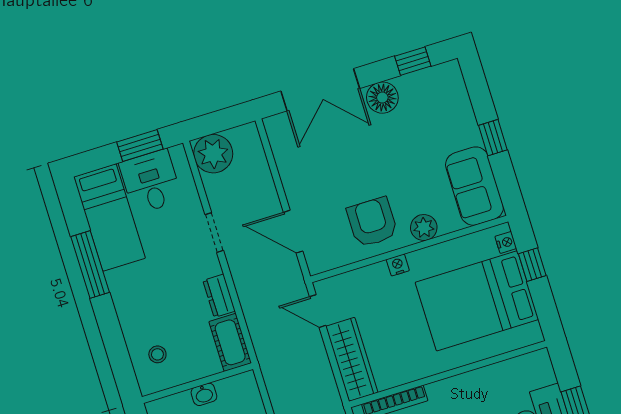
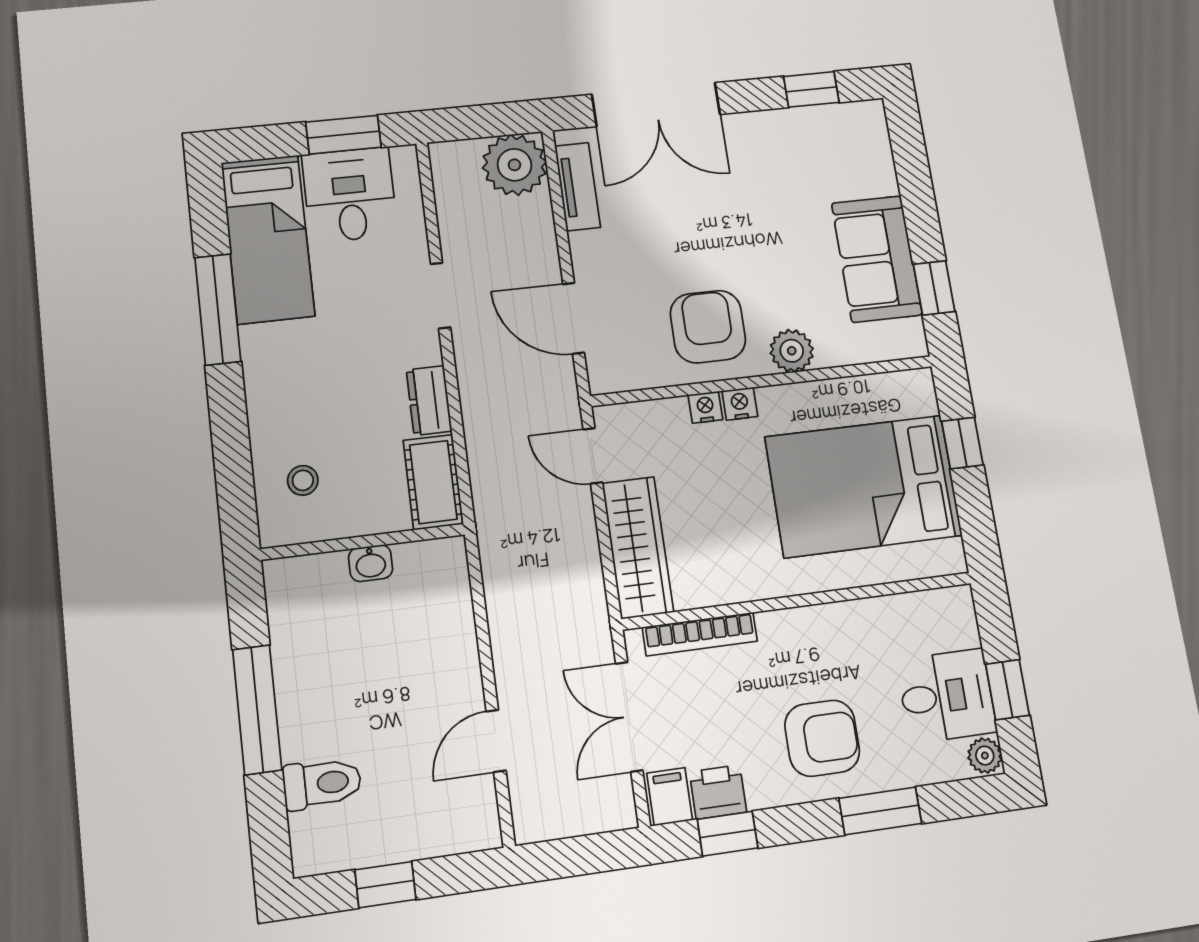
floor lamp: (382, 98) -> (754, 135), removed
window: (493, 138) -> (934, 288), moved
tv unit: (282, 151) -> (578, 187), added
plant: (213, 154) -> (514, 165), moved
sofa: (474, 186) -> (877, 259), moved
nightstand: (506, 242) -> (705, 407), moved, turned -90

